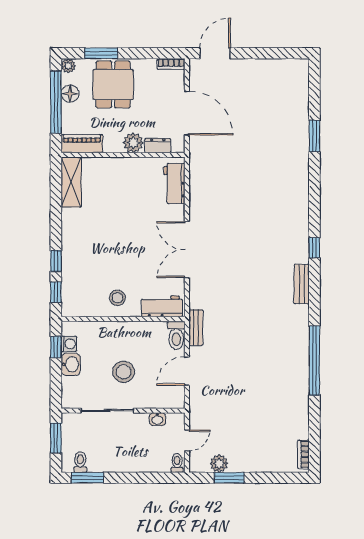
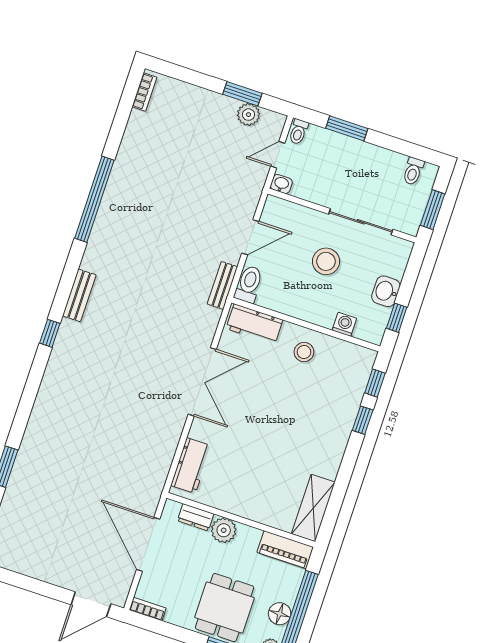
washing machine: (69, 344) -> (344, 324), moved, turned 90
washbasin: (157, 419) -> (281, 184), moved
window: (87, 478) -> (347, 128), moved

